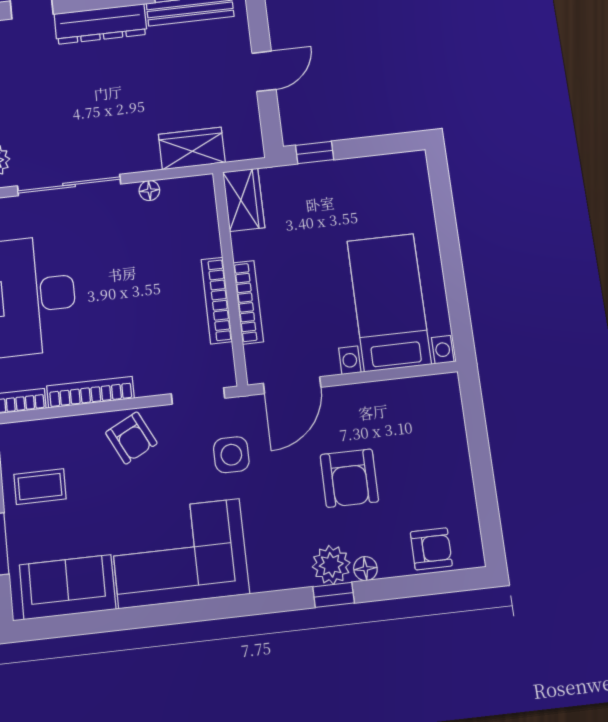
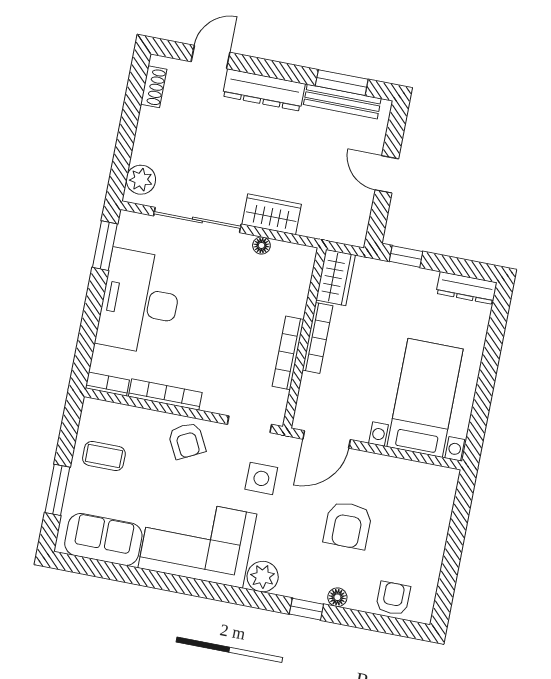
door: (264, 71) -> (387, 174), swing flipped
wardrobe: (192, 148) -> (272, 214), moved
dresser: (394, 166) -> (467, 288), added
bookcase: (248, 302) -> (318, 338), moved
armchair: (431, 549) -> (393, 598), turned -90
plant: (331, 565) -> (263, 577), moved

